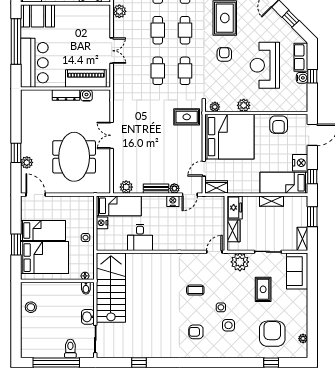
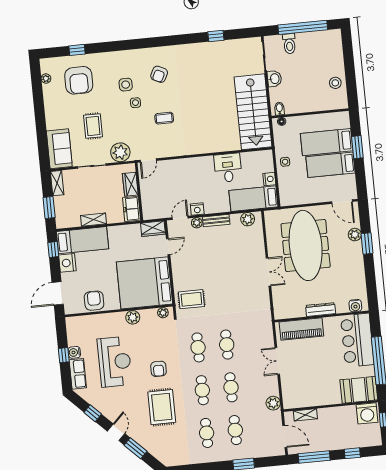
water cooler: (86, 95) -> (355, 306), moved
meeting table: (74, 157) -> (306, 245), width x1.36
bed: (45, 258) -> (327, 142), width x0.67
armchair: (196, 332) -> (159, 74), turned 116

